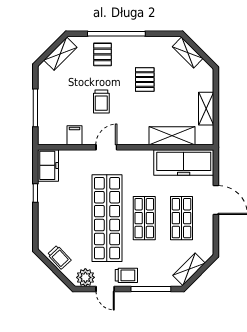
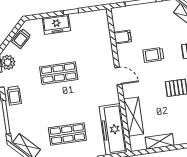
door: (106, 147) -> (118, 76), moved
freezer: (48, 165) -> (56, 24), moved
shop shelf: (107, 218) -> (59, 73), width x0.50, depth x0.74
shop shelf: (144, 218) -> (63, 104), removed

